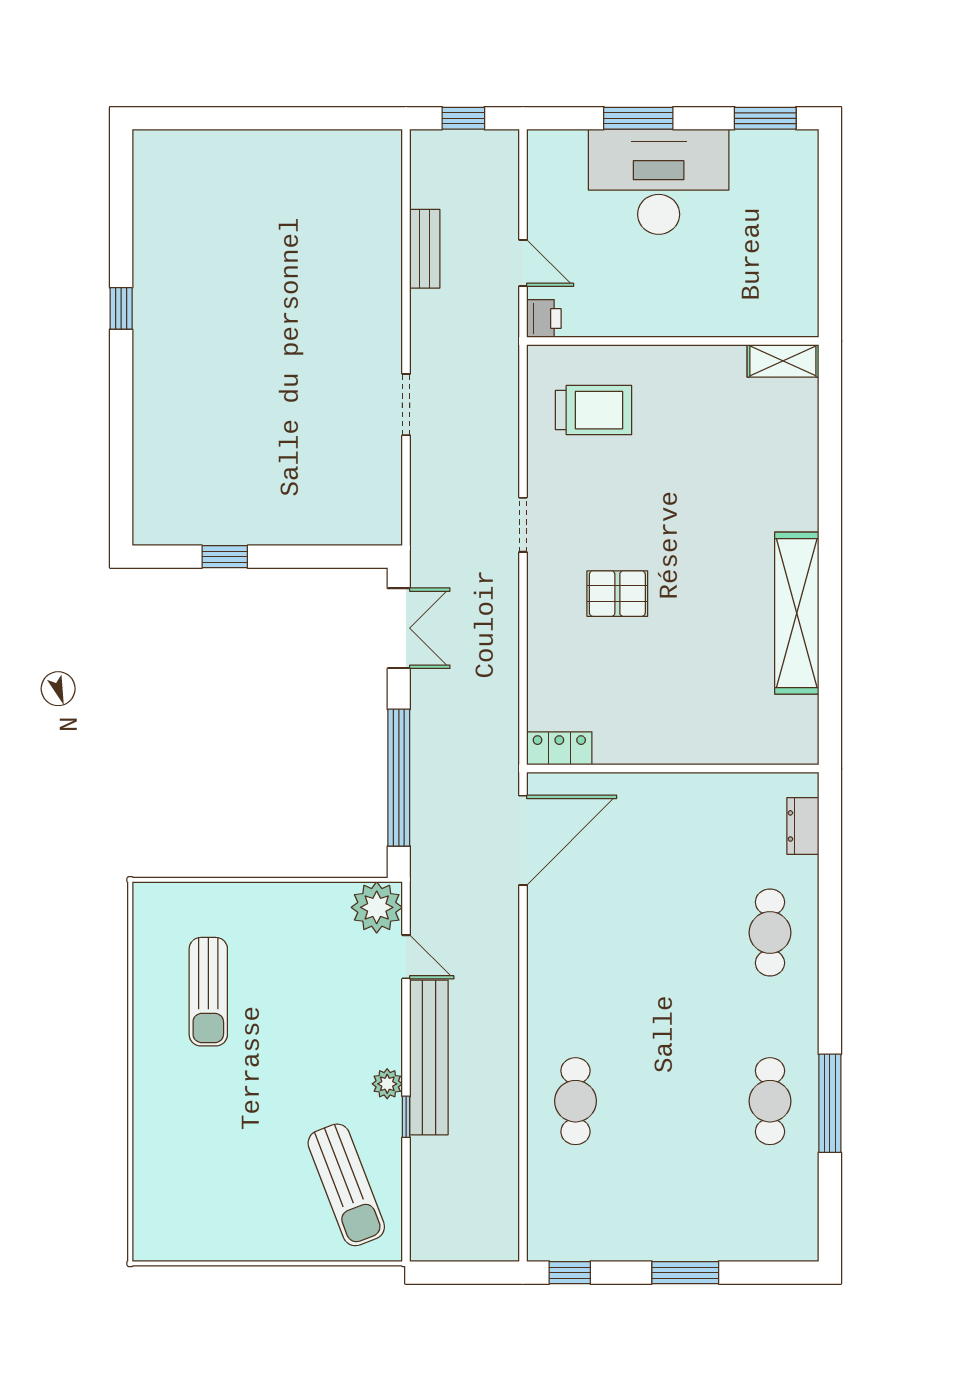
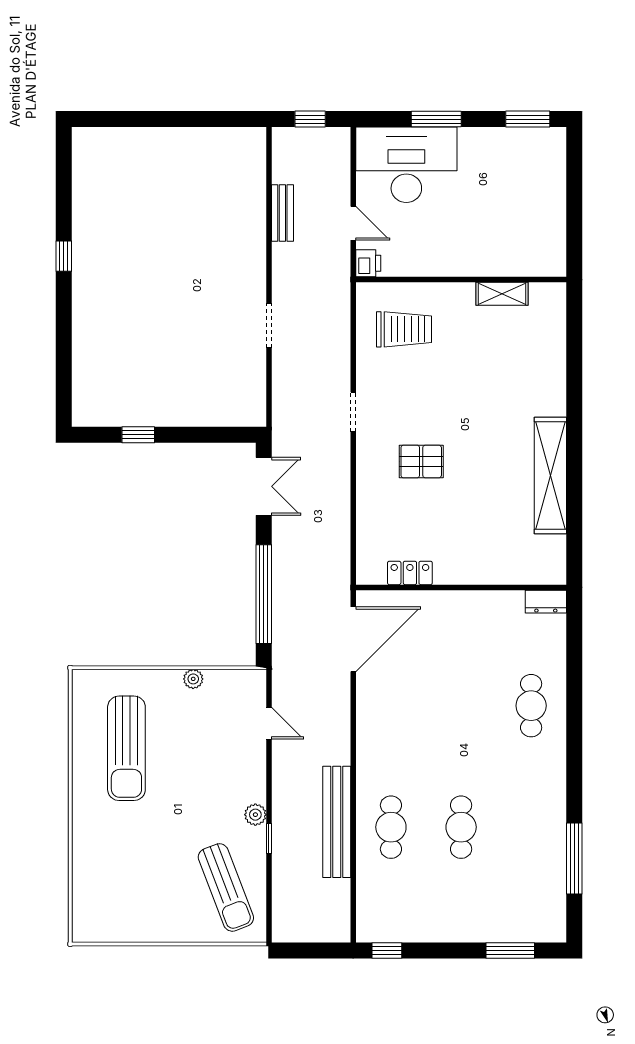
desk: (659, 182) -> (406, 165), moved
shelving: (783, 361) -> (502, 294), moved
locker: (559, 748) -> (410, 573), moved
dresser: (803, 826) -> (546, 602), moved, turned -90
plant: (377, 907) -> (193, 679), moved, width x0.53, depth x0.53
sun lounger: (208, 992) -> (126, 748), width x1.36, depth x1.34
bench: (429, 1057) -> (337, 822), moved
cafe table: (770, 1101) -> (461, 827), moved
window: (830, 1103) -> (574, 859), moved
window: (685, 1273) -> (510, 951), moved

